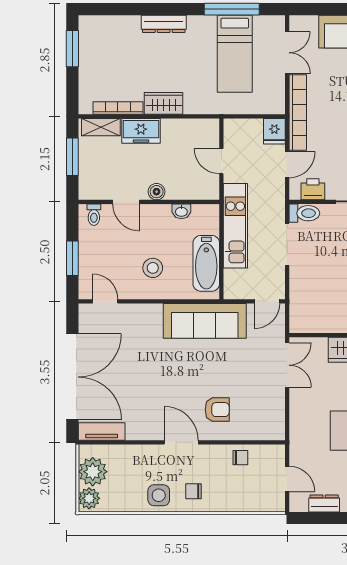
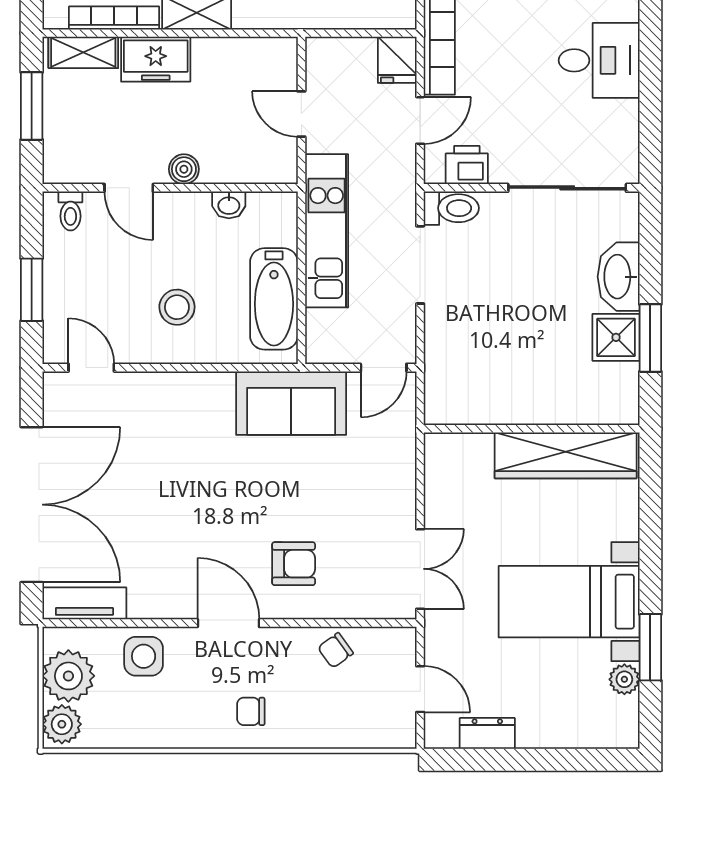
sofa: (205, 321) -> (291, 403), width x0.73
double door: (287, 365) -> (420, 569), moved
chair: (240, 458) -> (335, 650), turned 144
side table: (159, 495) -> (144, 656), moved

